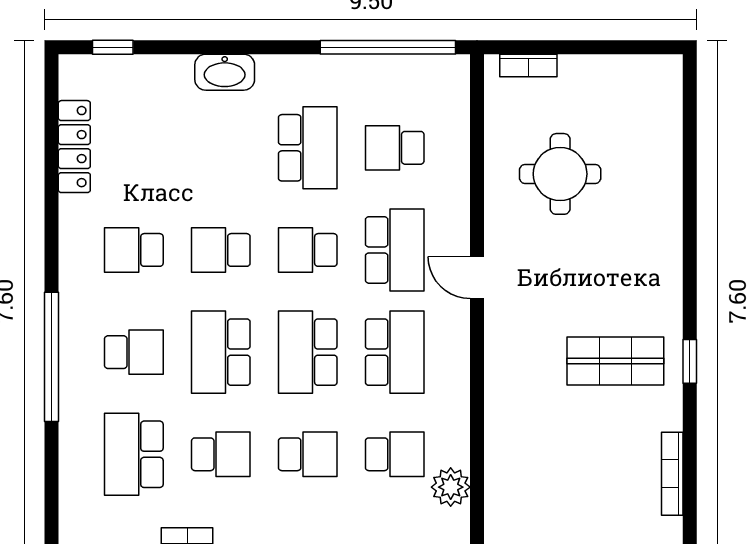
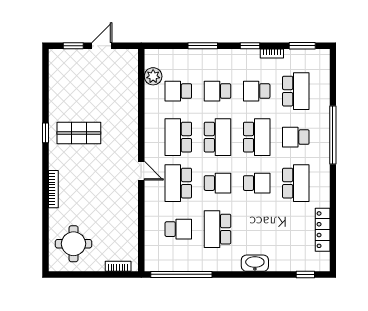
round table: (560, 174) -> (74, 244), moved
school desk: (134, 250) -> (296, 183), width x1.85
bookcase: (672, 474) -> (53, 189), moved

